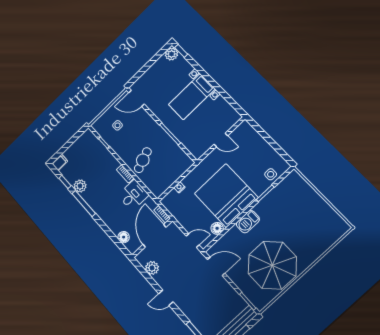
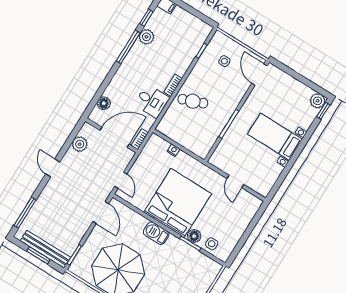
floor lamp: (217, 228) -> (194, 236), moved

